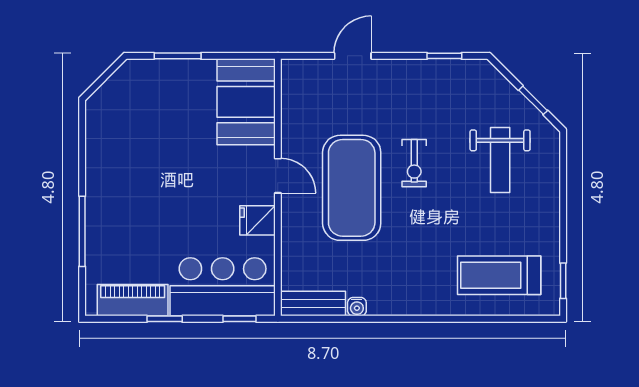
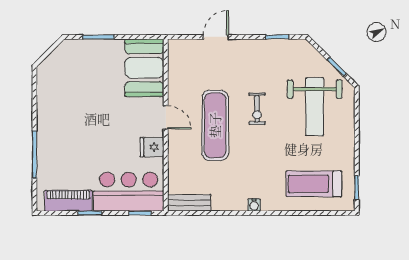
weight bench: (500, 160) -> (315, 107), width x1.36, depth x1.33
exercise mat: (352, 188) -> (215, 125), width x0.68
water cooler: (357, 307) -> (254, 205), moved

